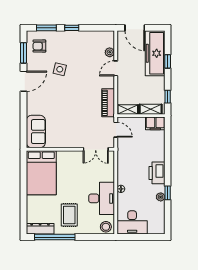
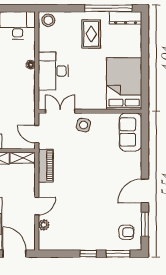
side table: (60, 69) -> (83, 125), moved
desk: (102, 198) -> (53, 71), moved

